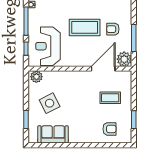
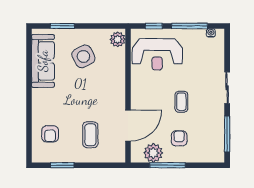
coffee table: (85, 27) -> (181, 102), width x0.54, depth x0.58
reception desk: (48, 46) -> (157, 54), turned 180
plant: (124, 59) -> (153, 153), moved
door: (103, 69) -> (128, 126), hinge flipped
sofa: (53, 134) -> (43, 61), width x1.36

